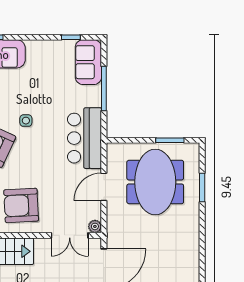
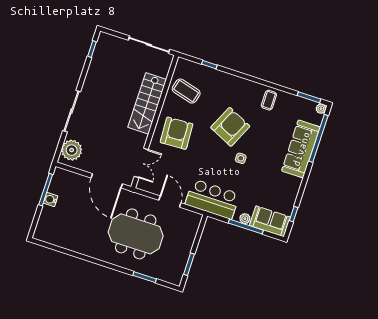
meeting table: (155, 182) -> (136, 234), moved
plant: (95, 226) -> (245, 219), moved
double door: (70, 235) -> (141, 163), swing flipped

